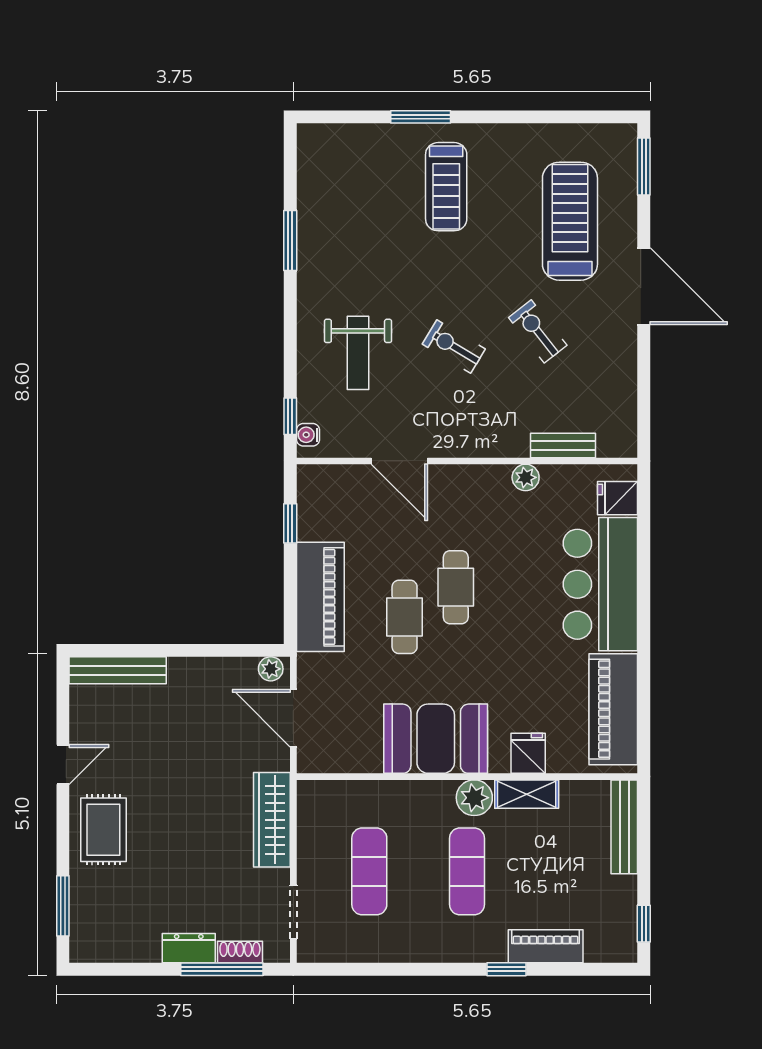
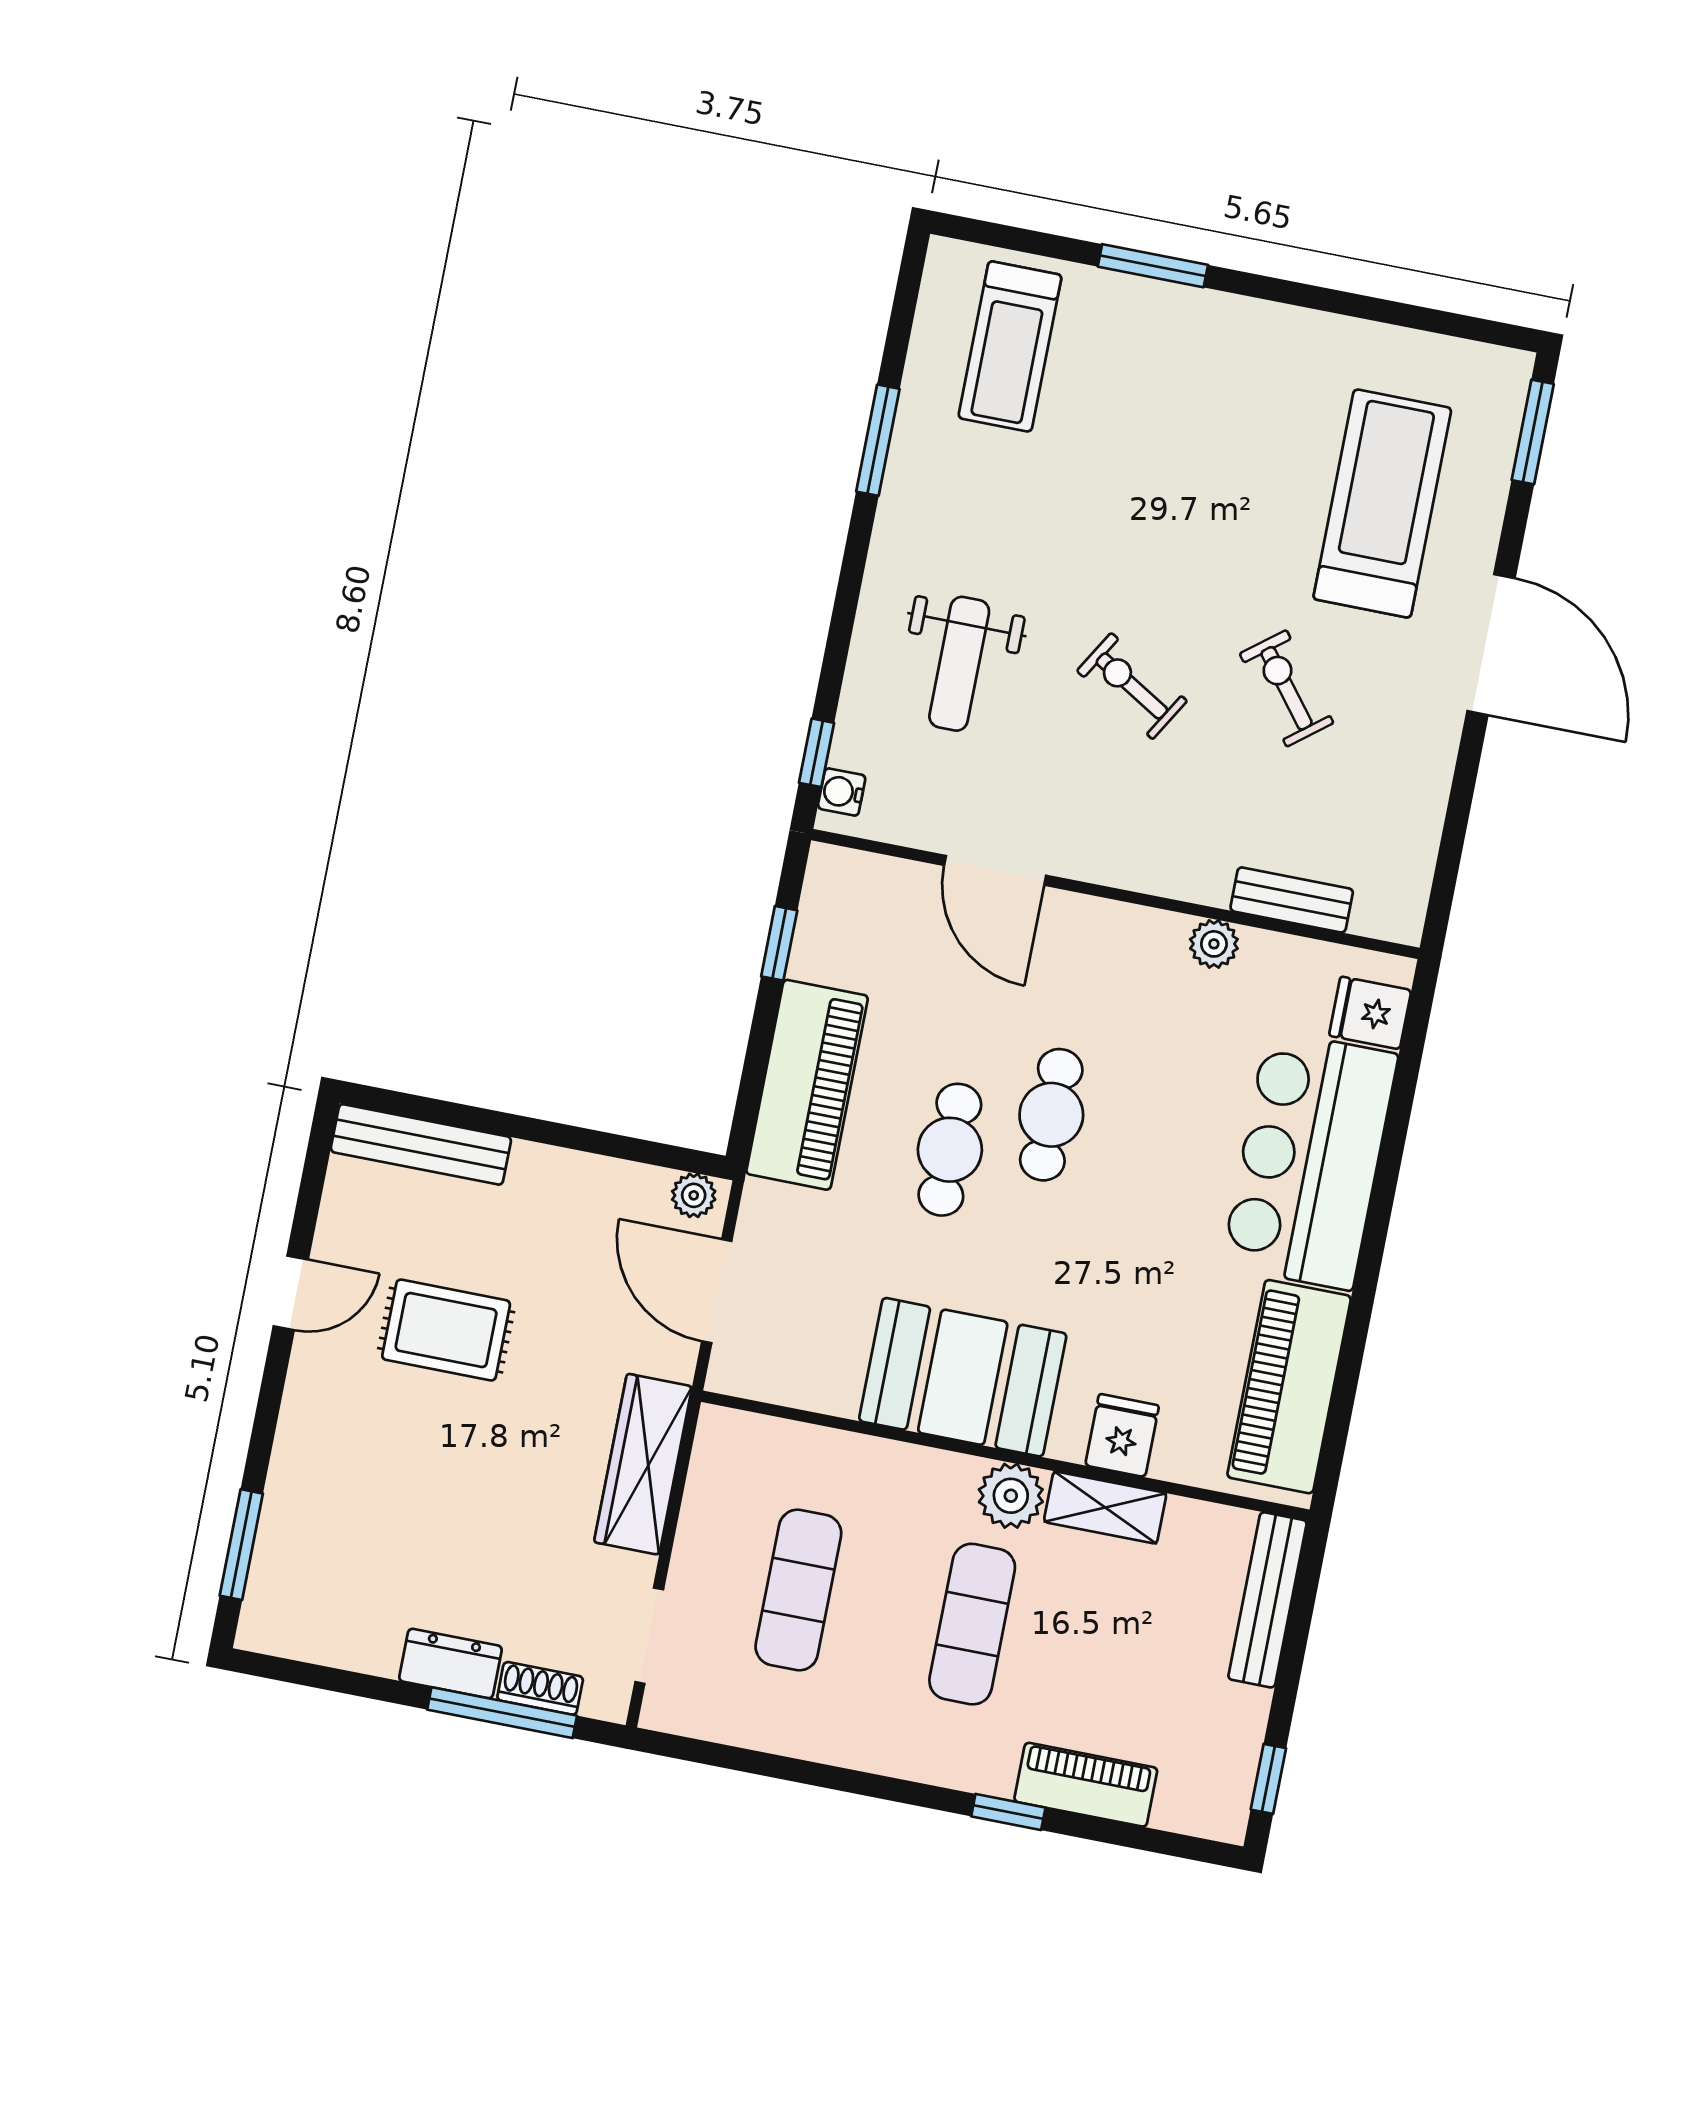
treadmill: (446, 187) -> (1010, 346), moved
rug: (103, 830) -> (446, 1330), moved, turned 90

